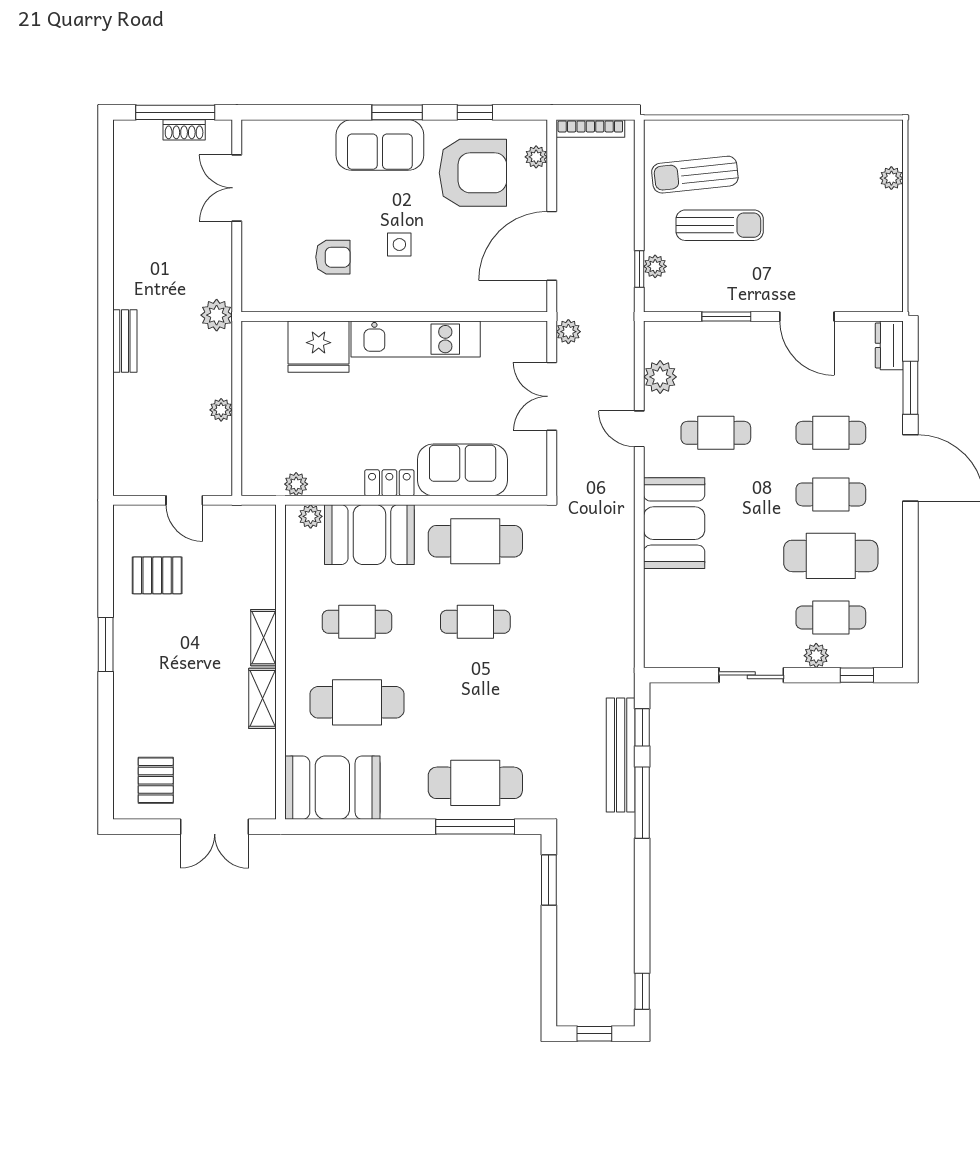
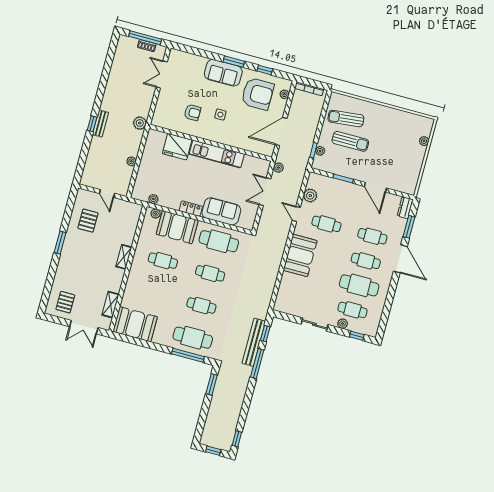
window: (106, 347) -> (92, 124), added
pallet: (157, 575) -> (88, 221), turned 90
shelving: (263, 698) -> (110, 305), moved
cafe table: (357, 702) -> (201, 306), moved, width x0.73, depth x0.74

